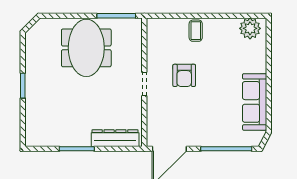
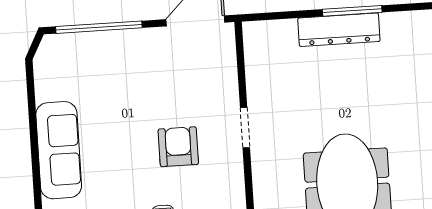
sofa: (255, 102) -> (59, 150), moved
dresser: (115, 138) -> (339, 30), moved

